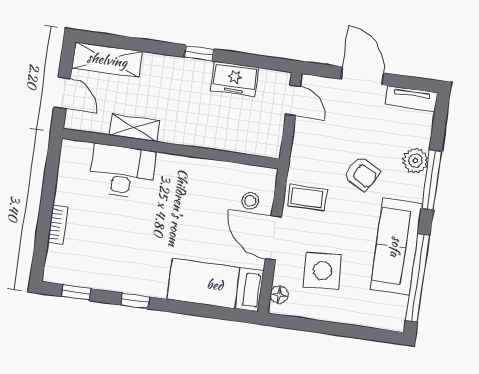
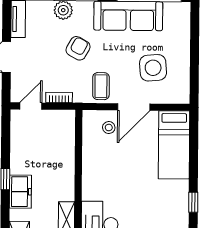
freezer: (235, 79) -> (20, 192), moved
bookcase: (299, 140) -> (59, 97), added
floor lamp: (279, 295) -> (175, 97), removed

